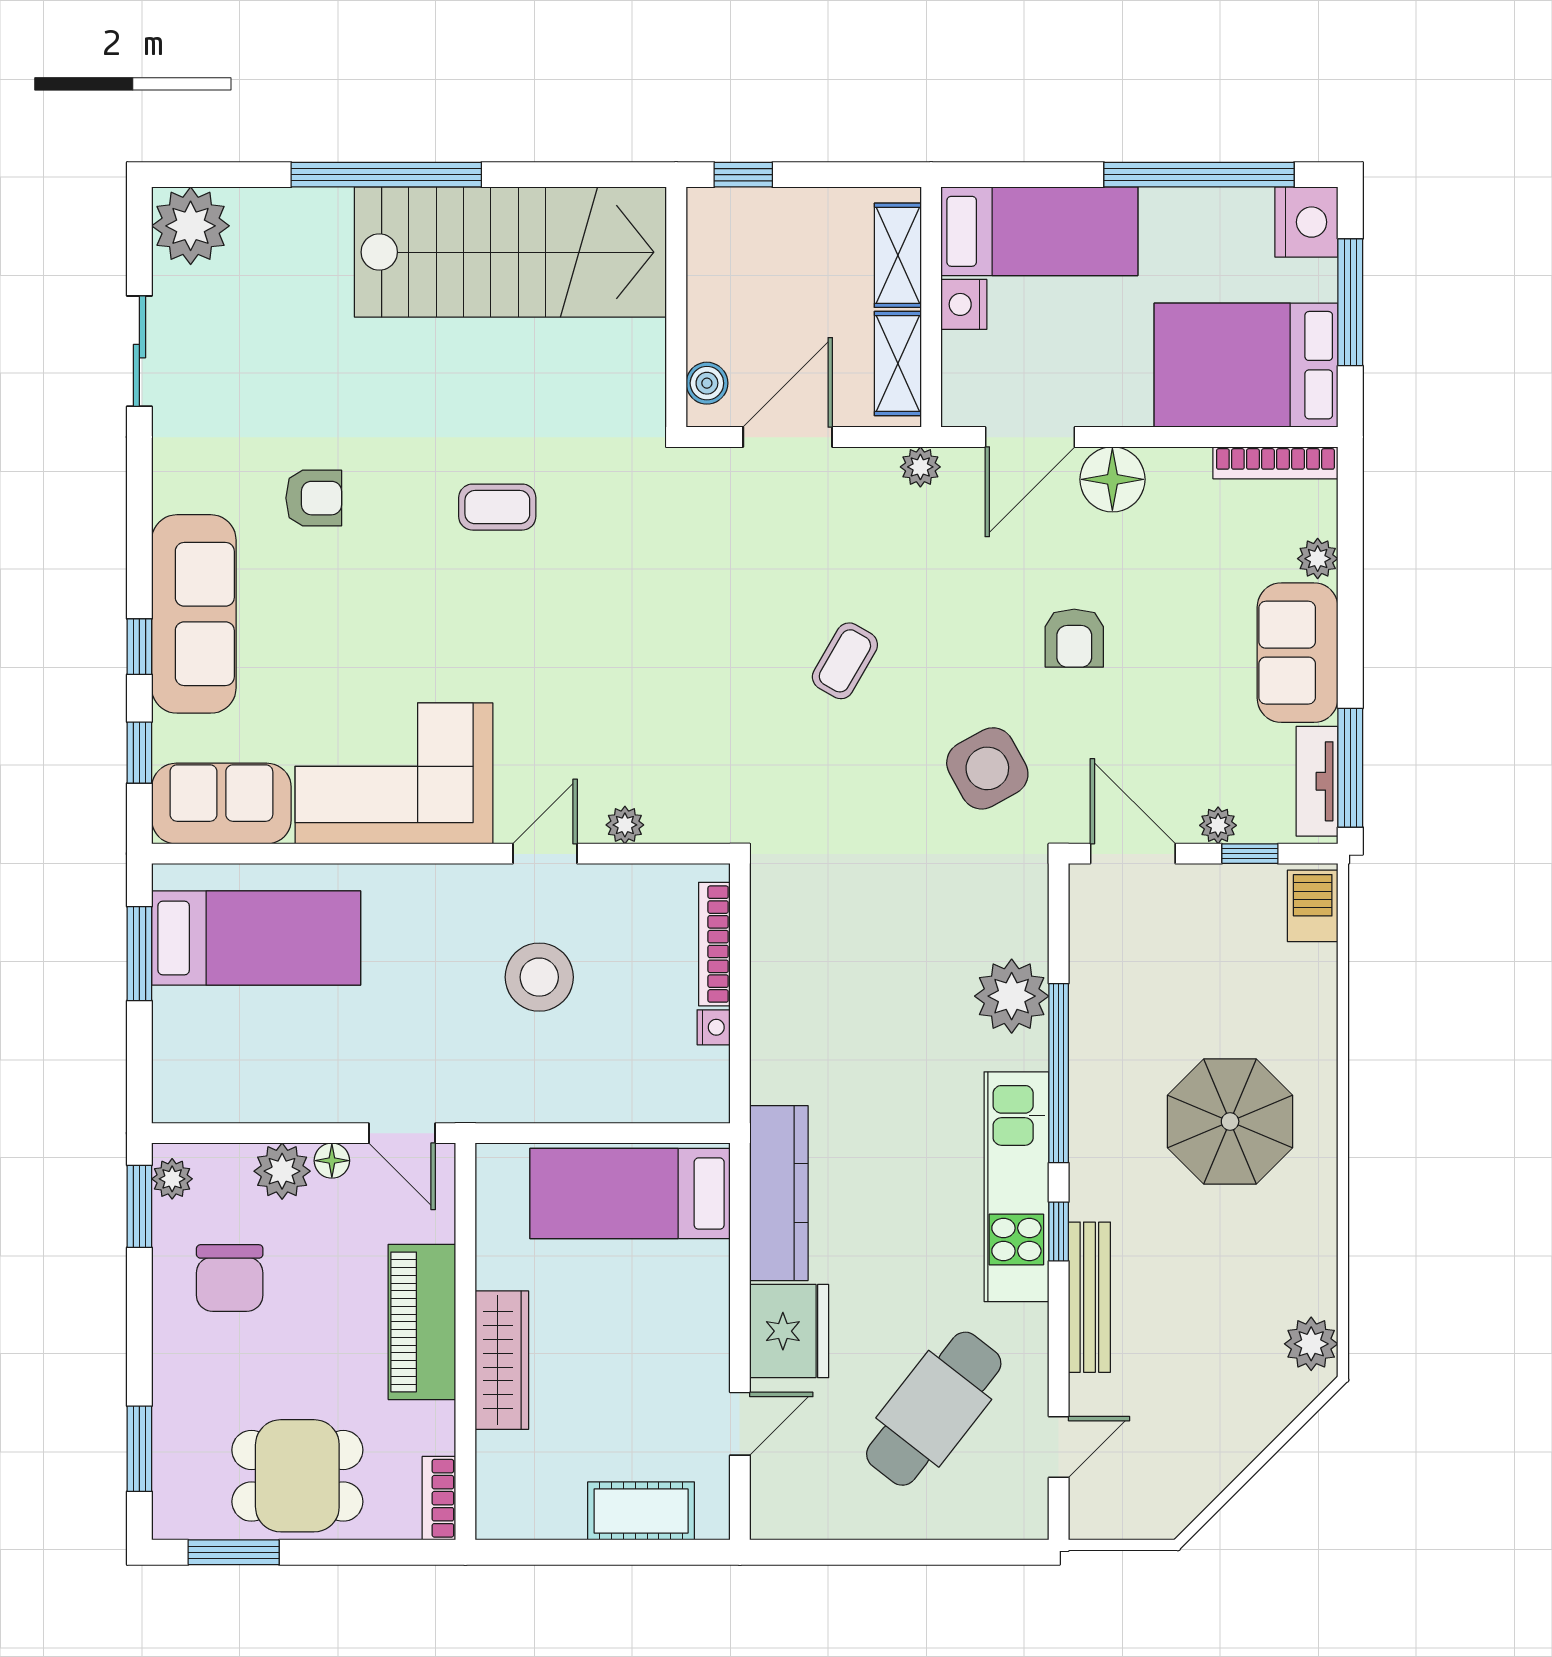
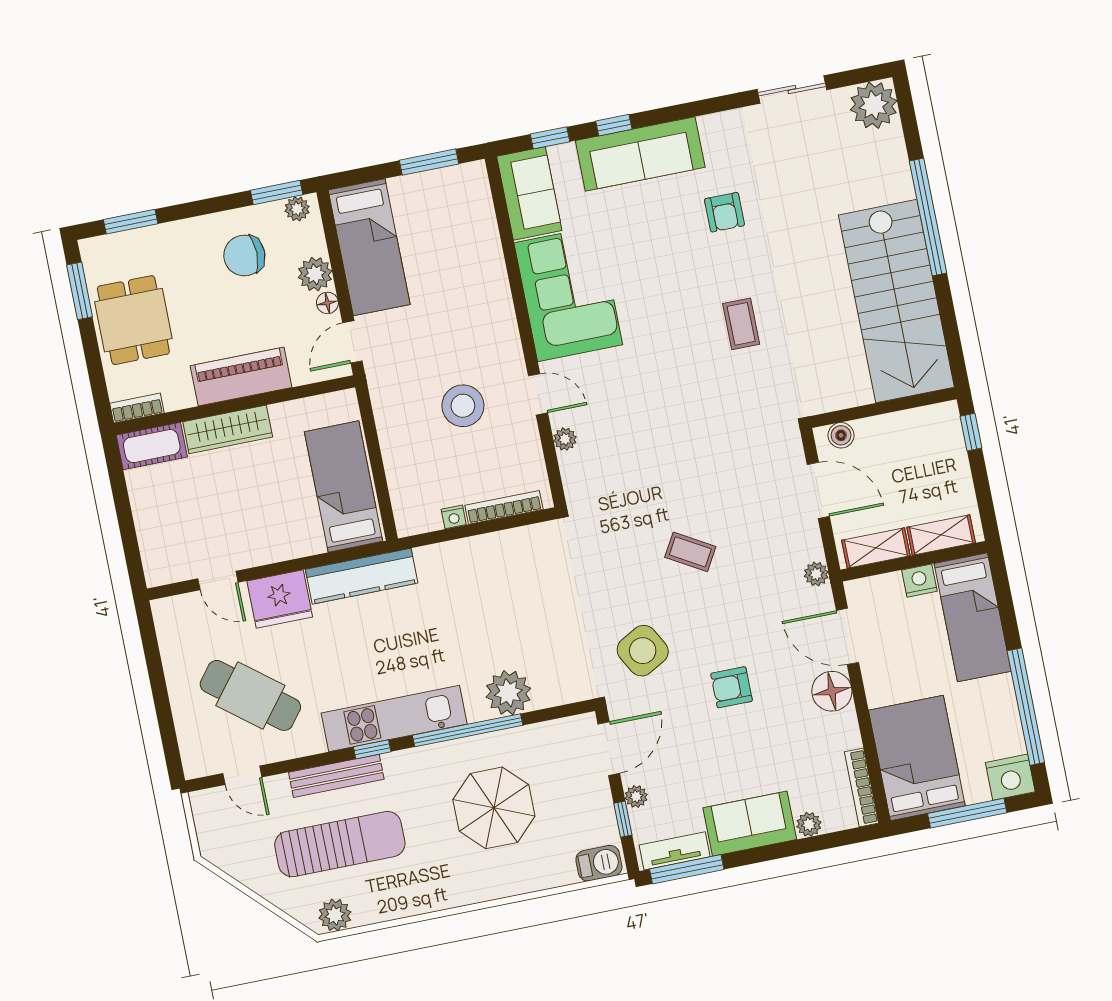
bed: (256, 938) -> (369, 247), moved
parasol: (1230, 1121) -> (494, 808), moved
sun lounger: (1200, 1313) -> (340, 844), added
cot: (641, 1511) -> (152, 446), moved, turned 90

